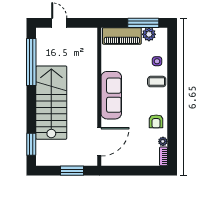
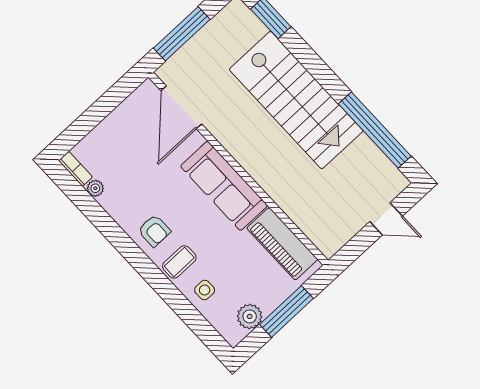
window: (143, 23) -> (286, 311), moved
piano: (122, 36) -> (282, 244), moved, turned -90
armchair: (156, 121) -> (154, 231), moved, turned 180
window: (72, 171) -> (182, 34), width x1.44

